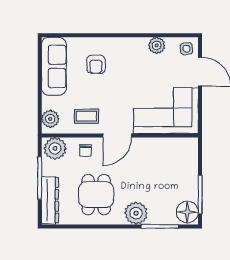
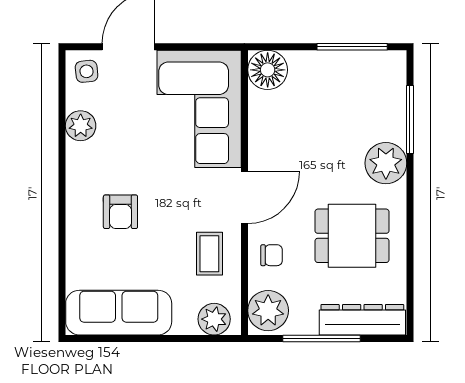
armchair: (96, 64) -> (120, 212), moved, turned 90
door: (117, 135) -> (244, 198), hinge flipped
floor lamp: (187, 212) -> (268, 70), moved

